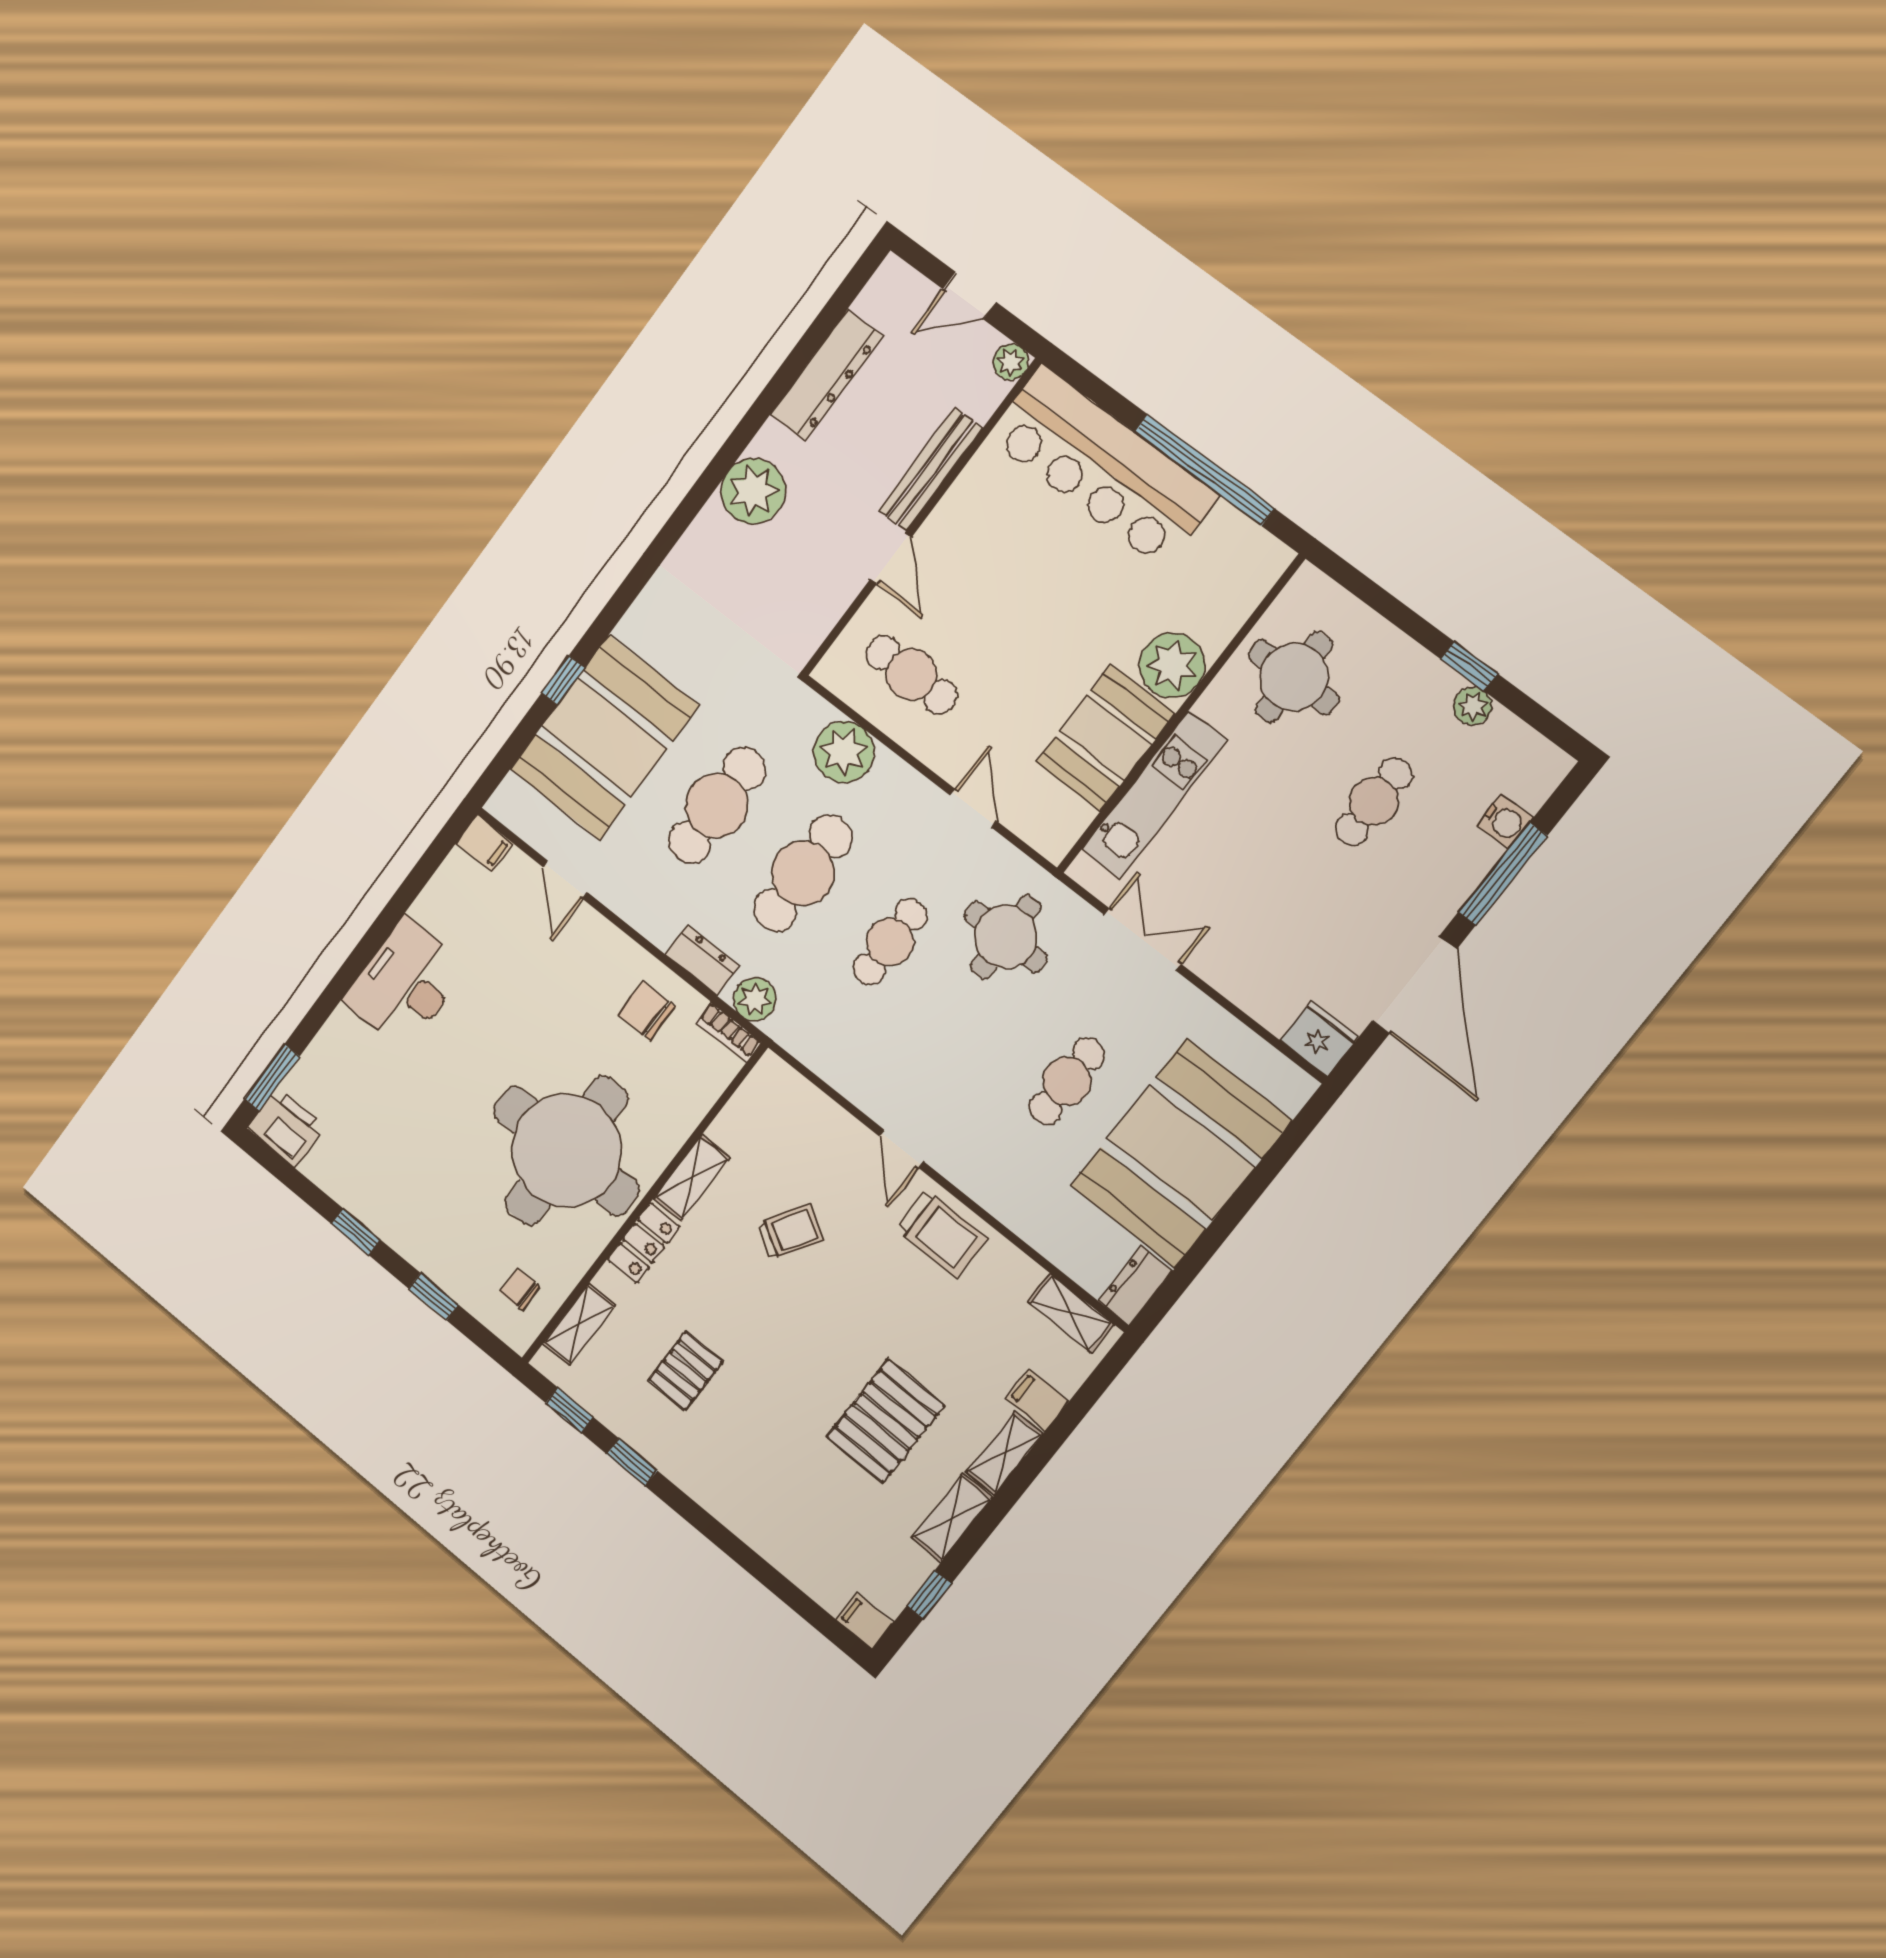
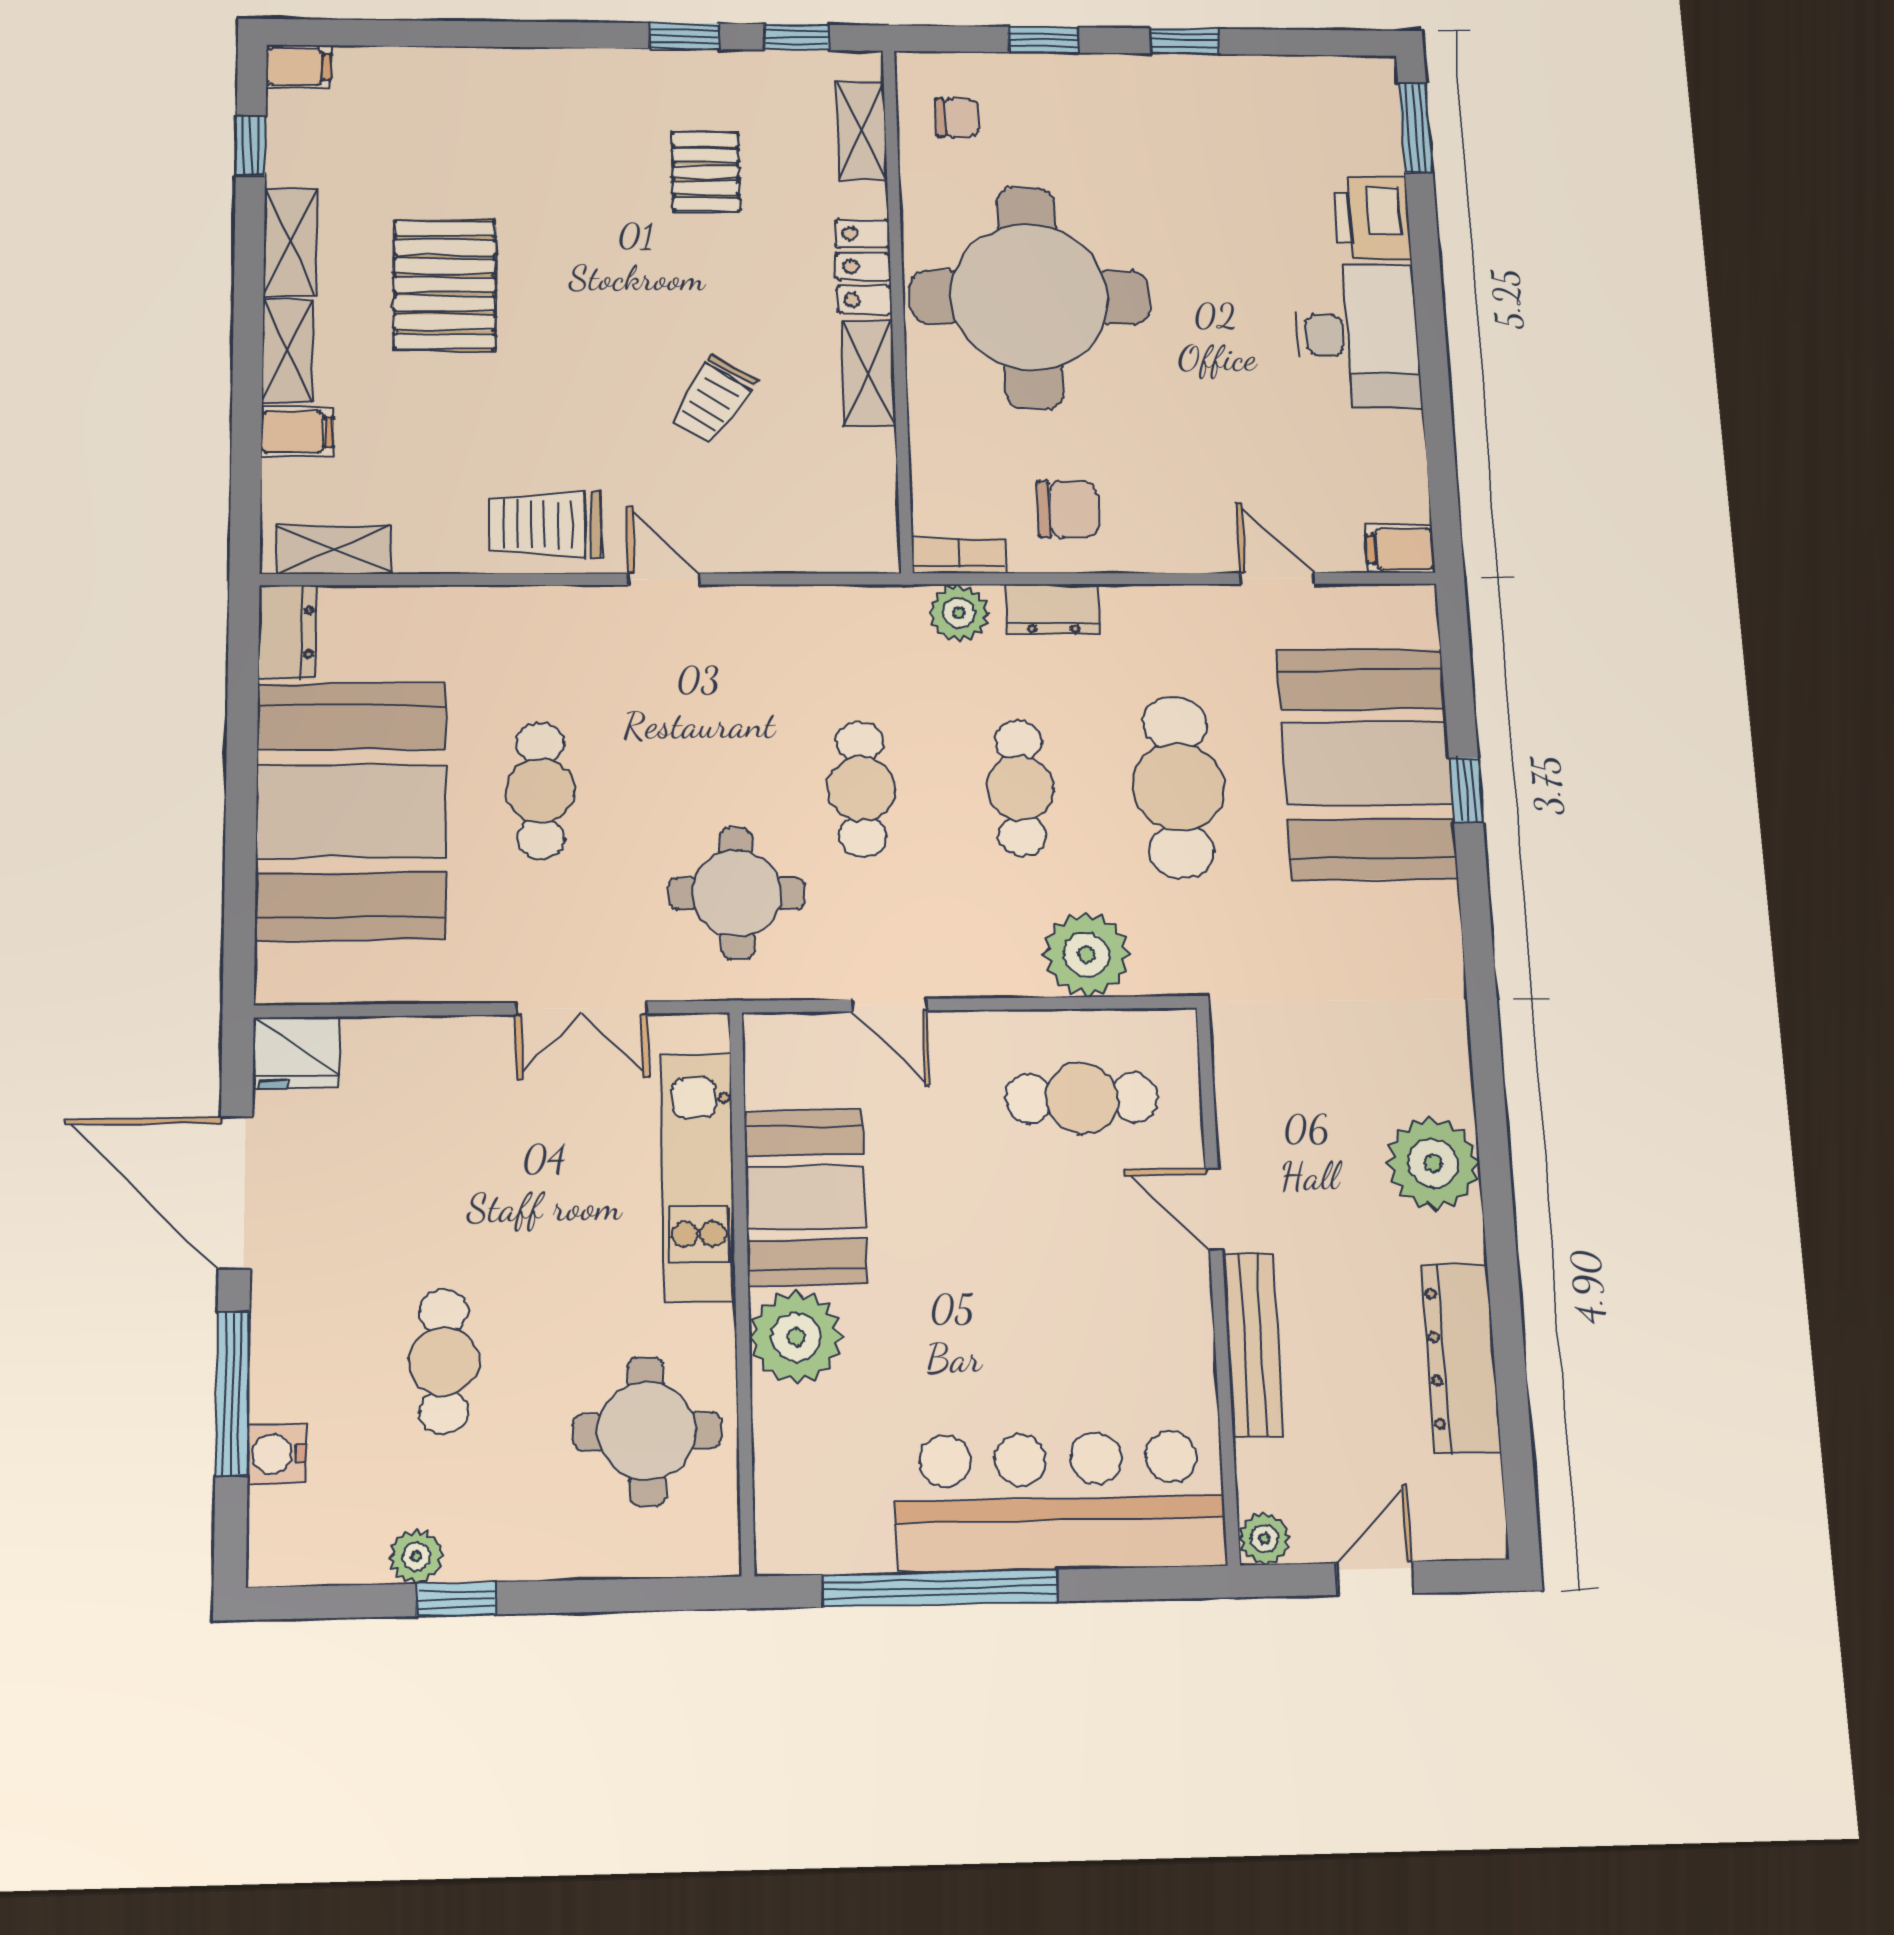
cafe table: (803, 873) -> (1020, 788), width x0.73, depth x0.74
printer: (286, 1127) -> (1372, 218), moved, turned 90

